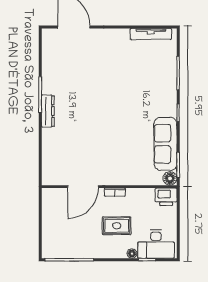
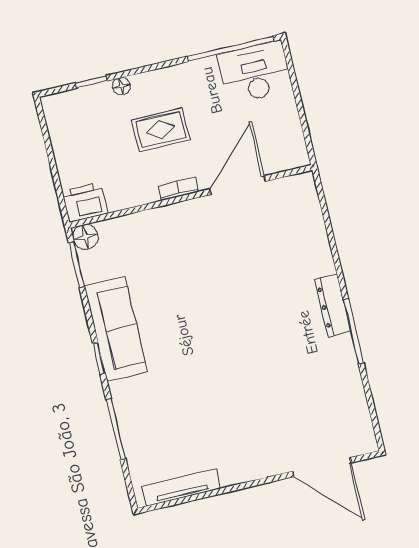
sofa: (165, 144) -> (116, 329), moved
desk: (156, 244) -> (255, 72), moved

